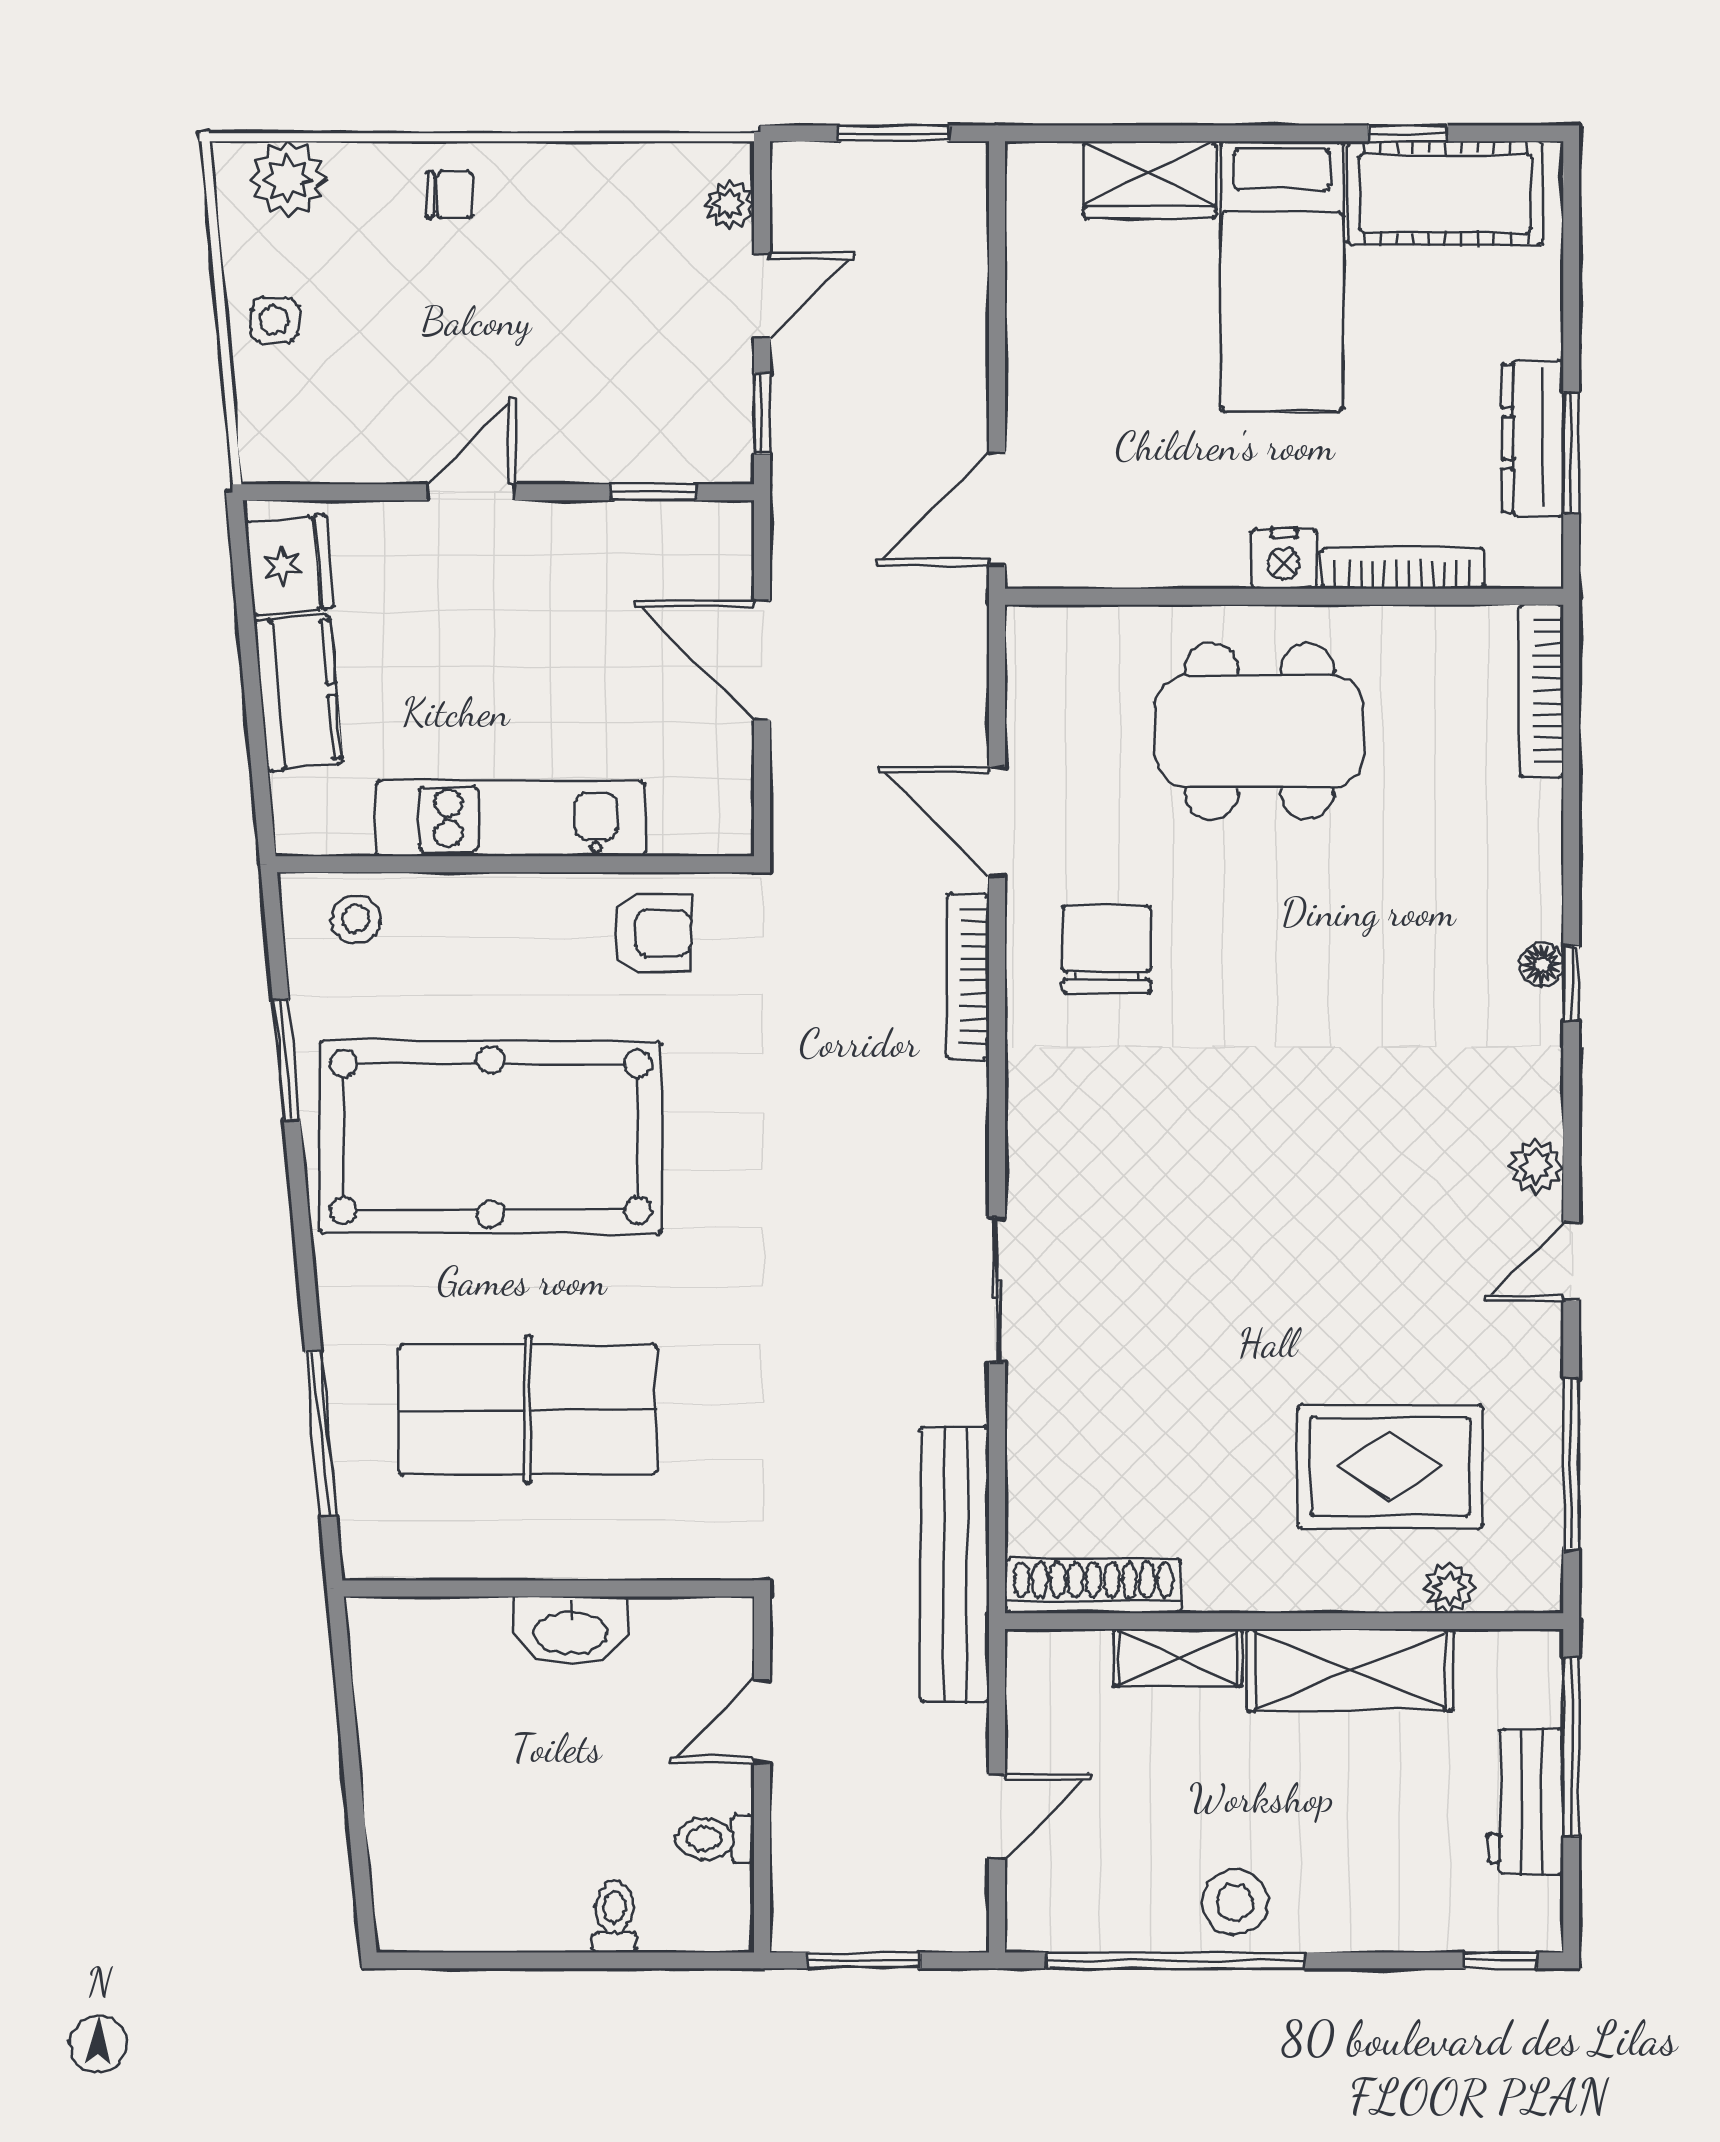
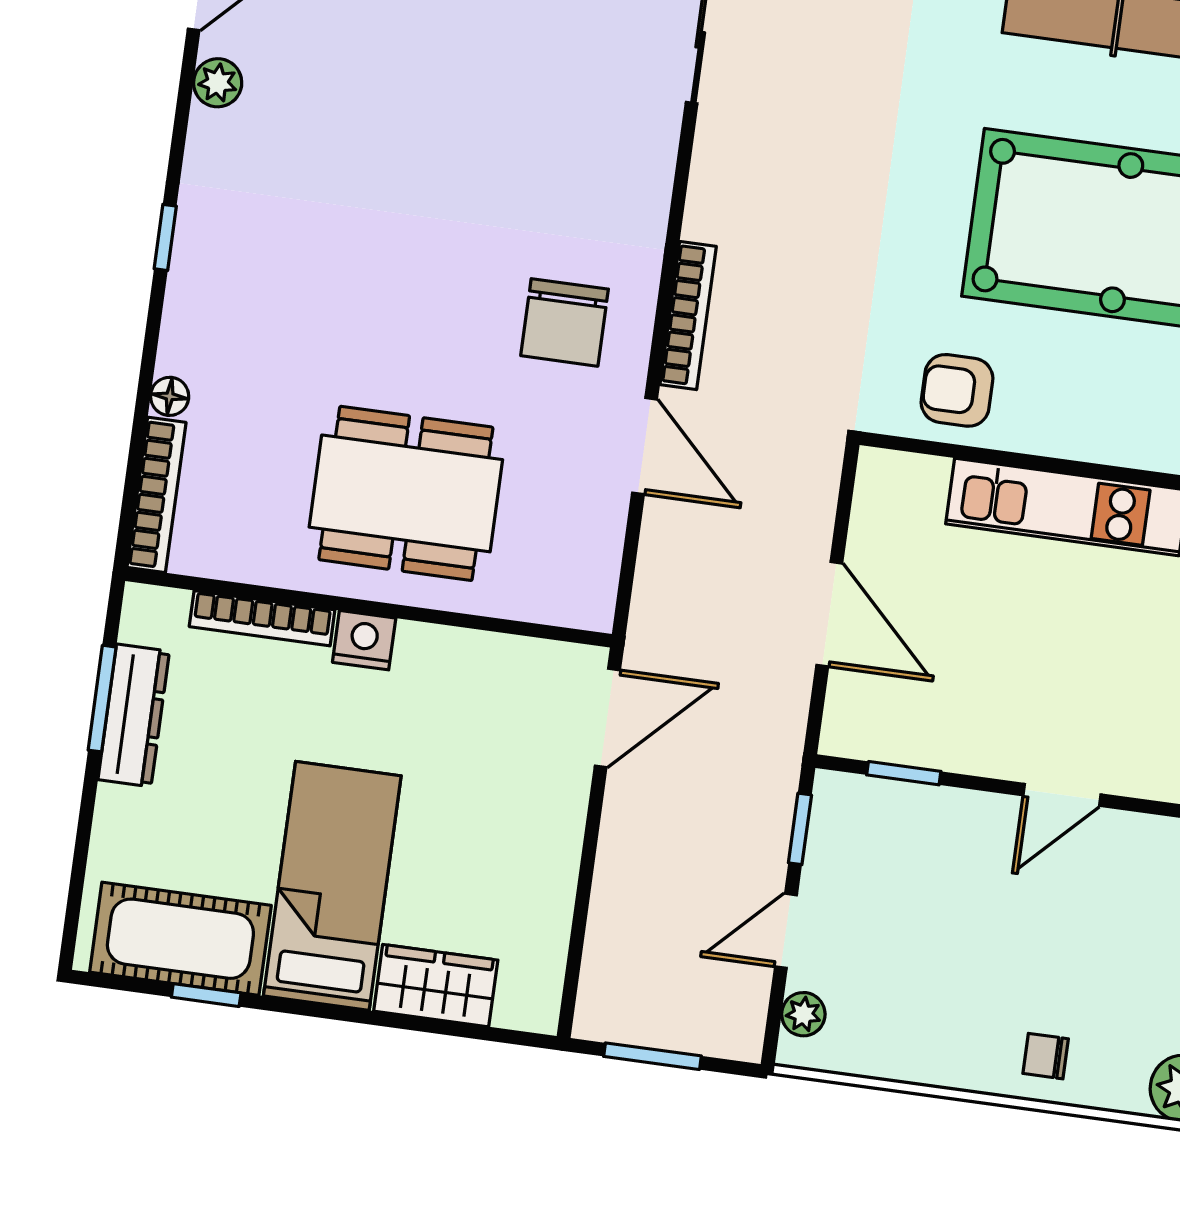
floor lamp: (1542, 964) -> (170, 396), moved

